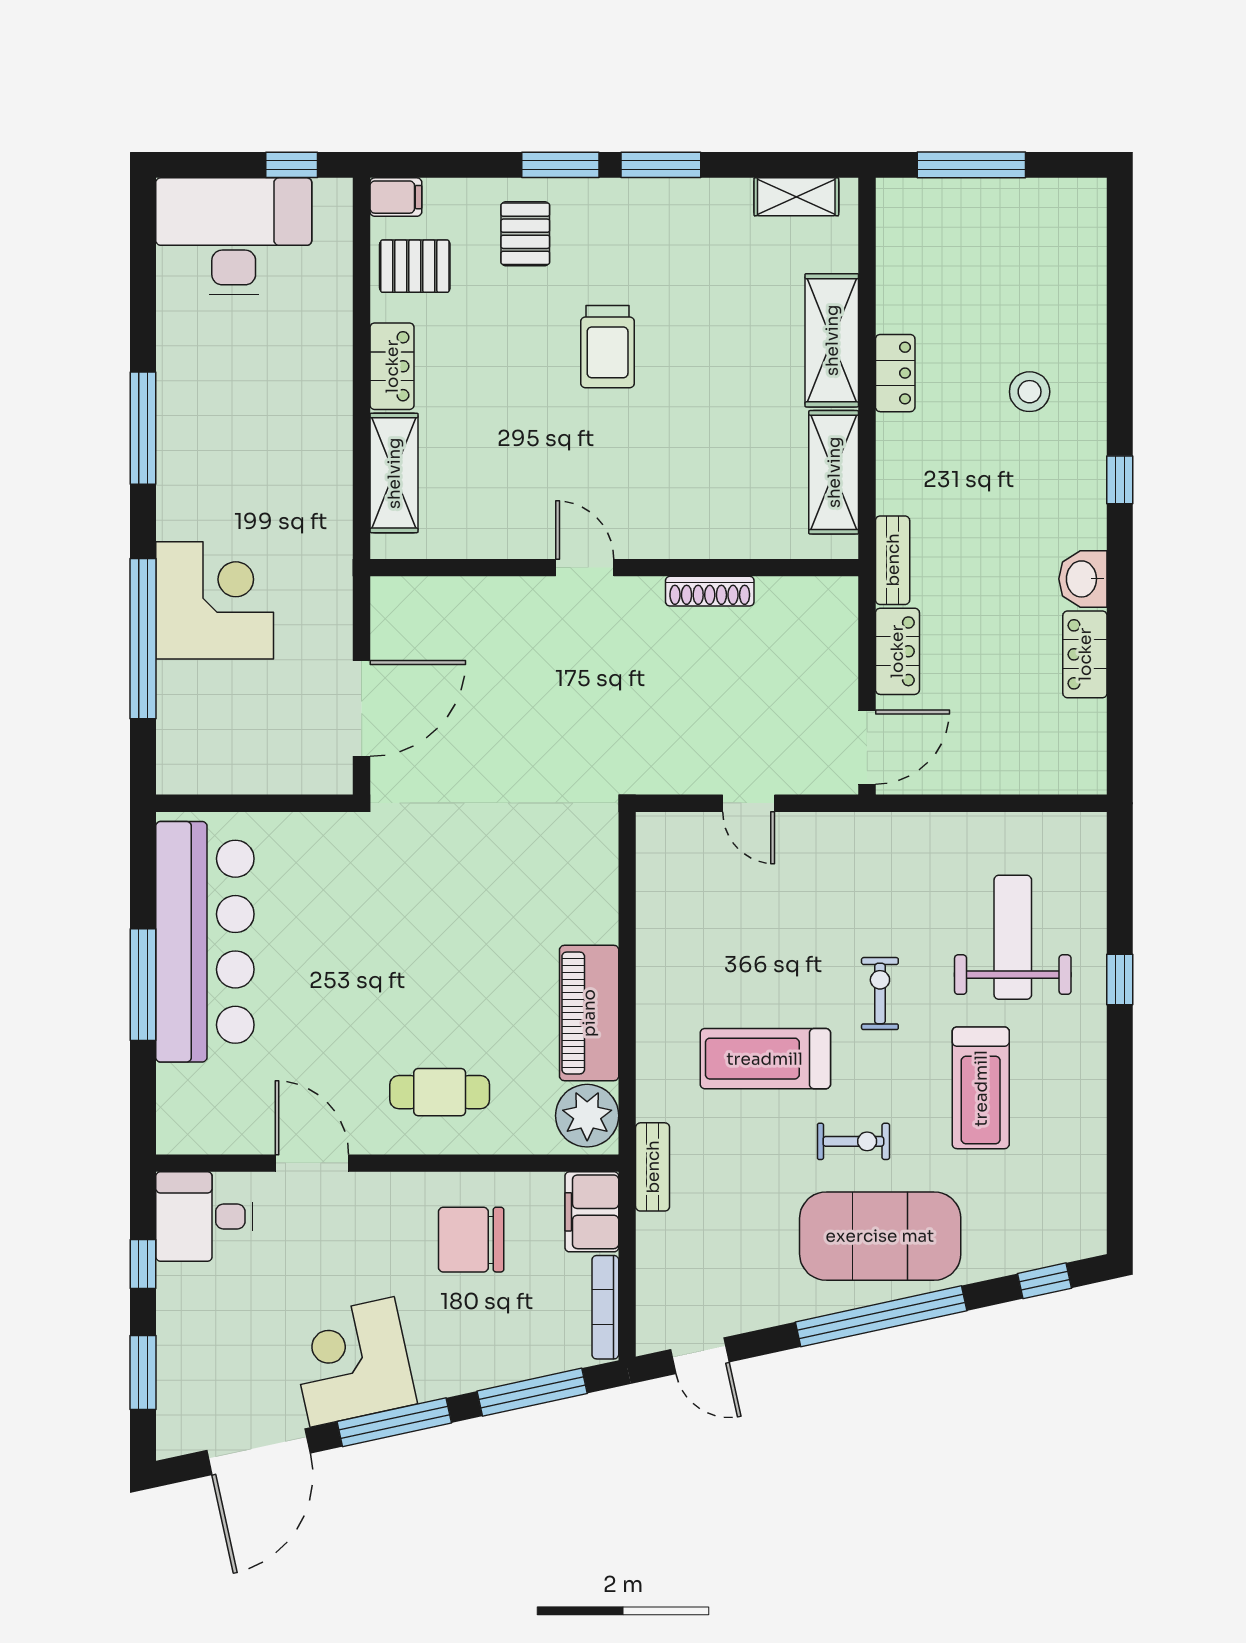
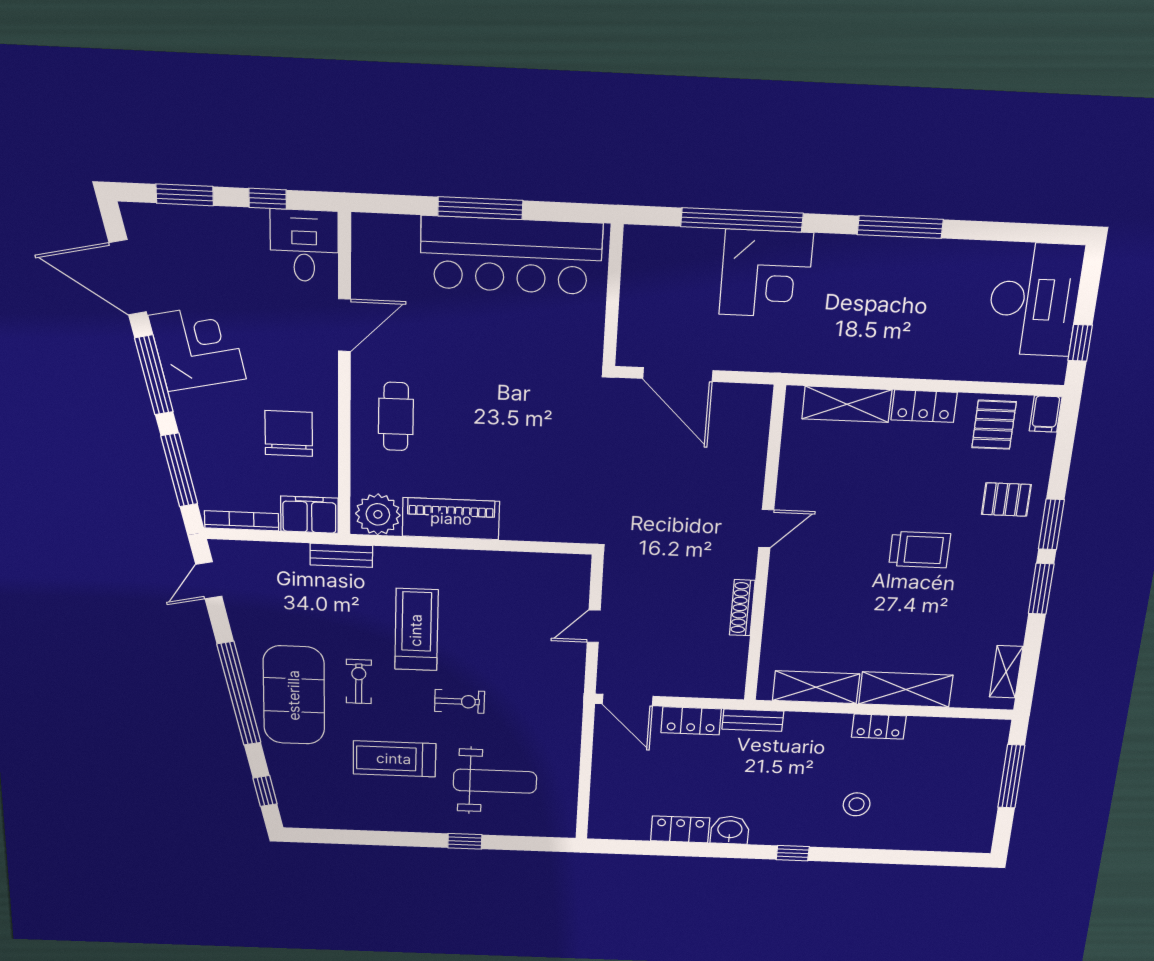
trolley: (608, 347) -> (920, 550), turned 180
exercise bike: (853, 1141) -> (359, 682), turned 180

